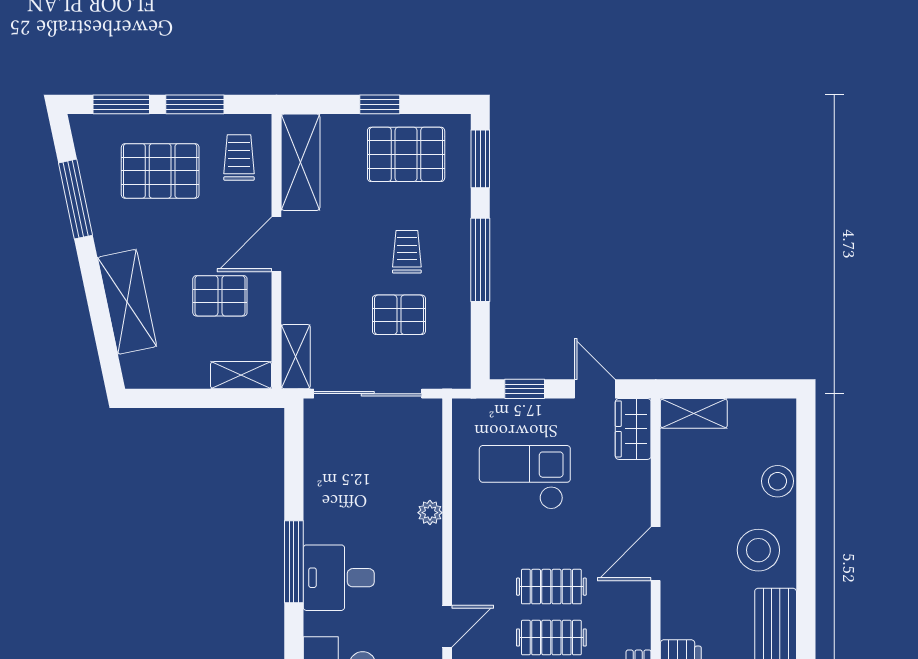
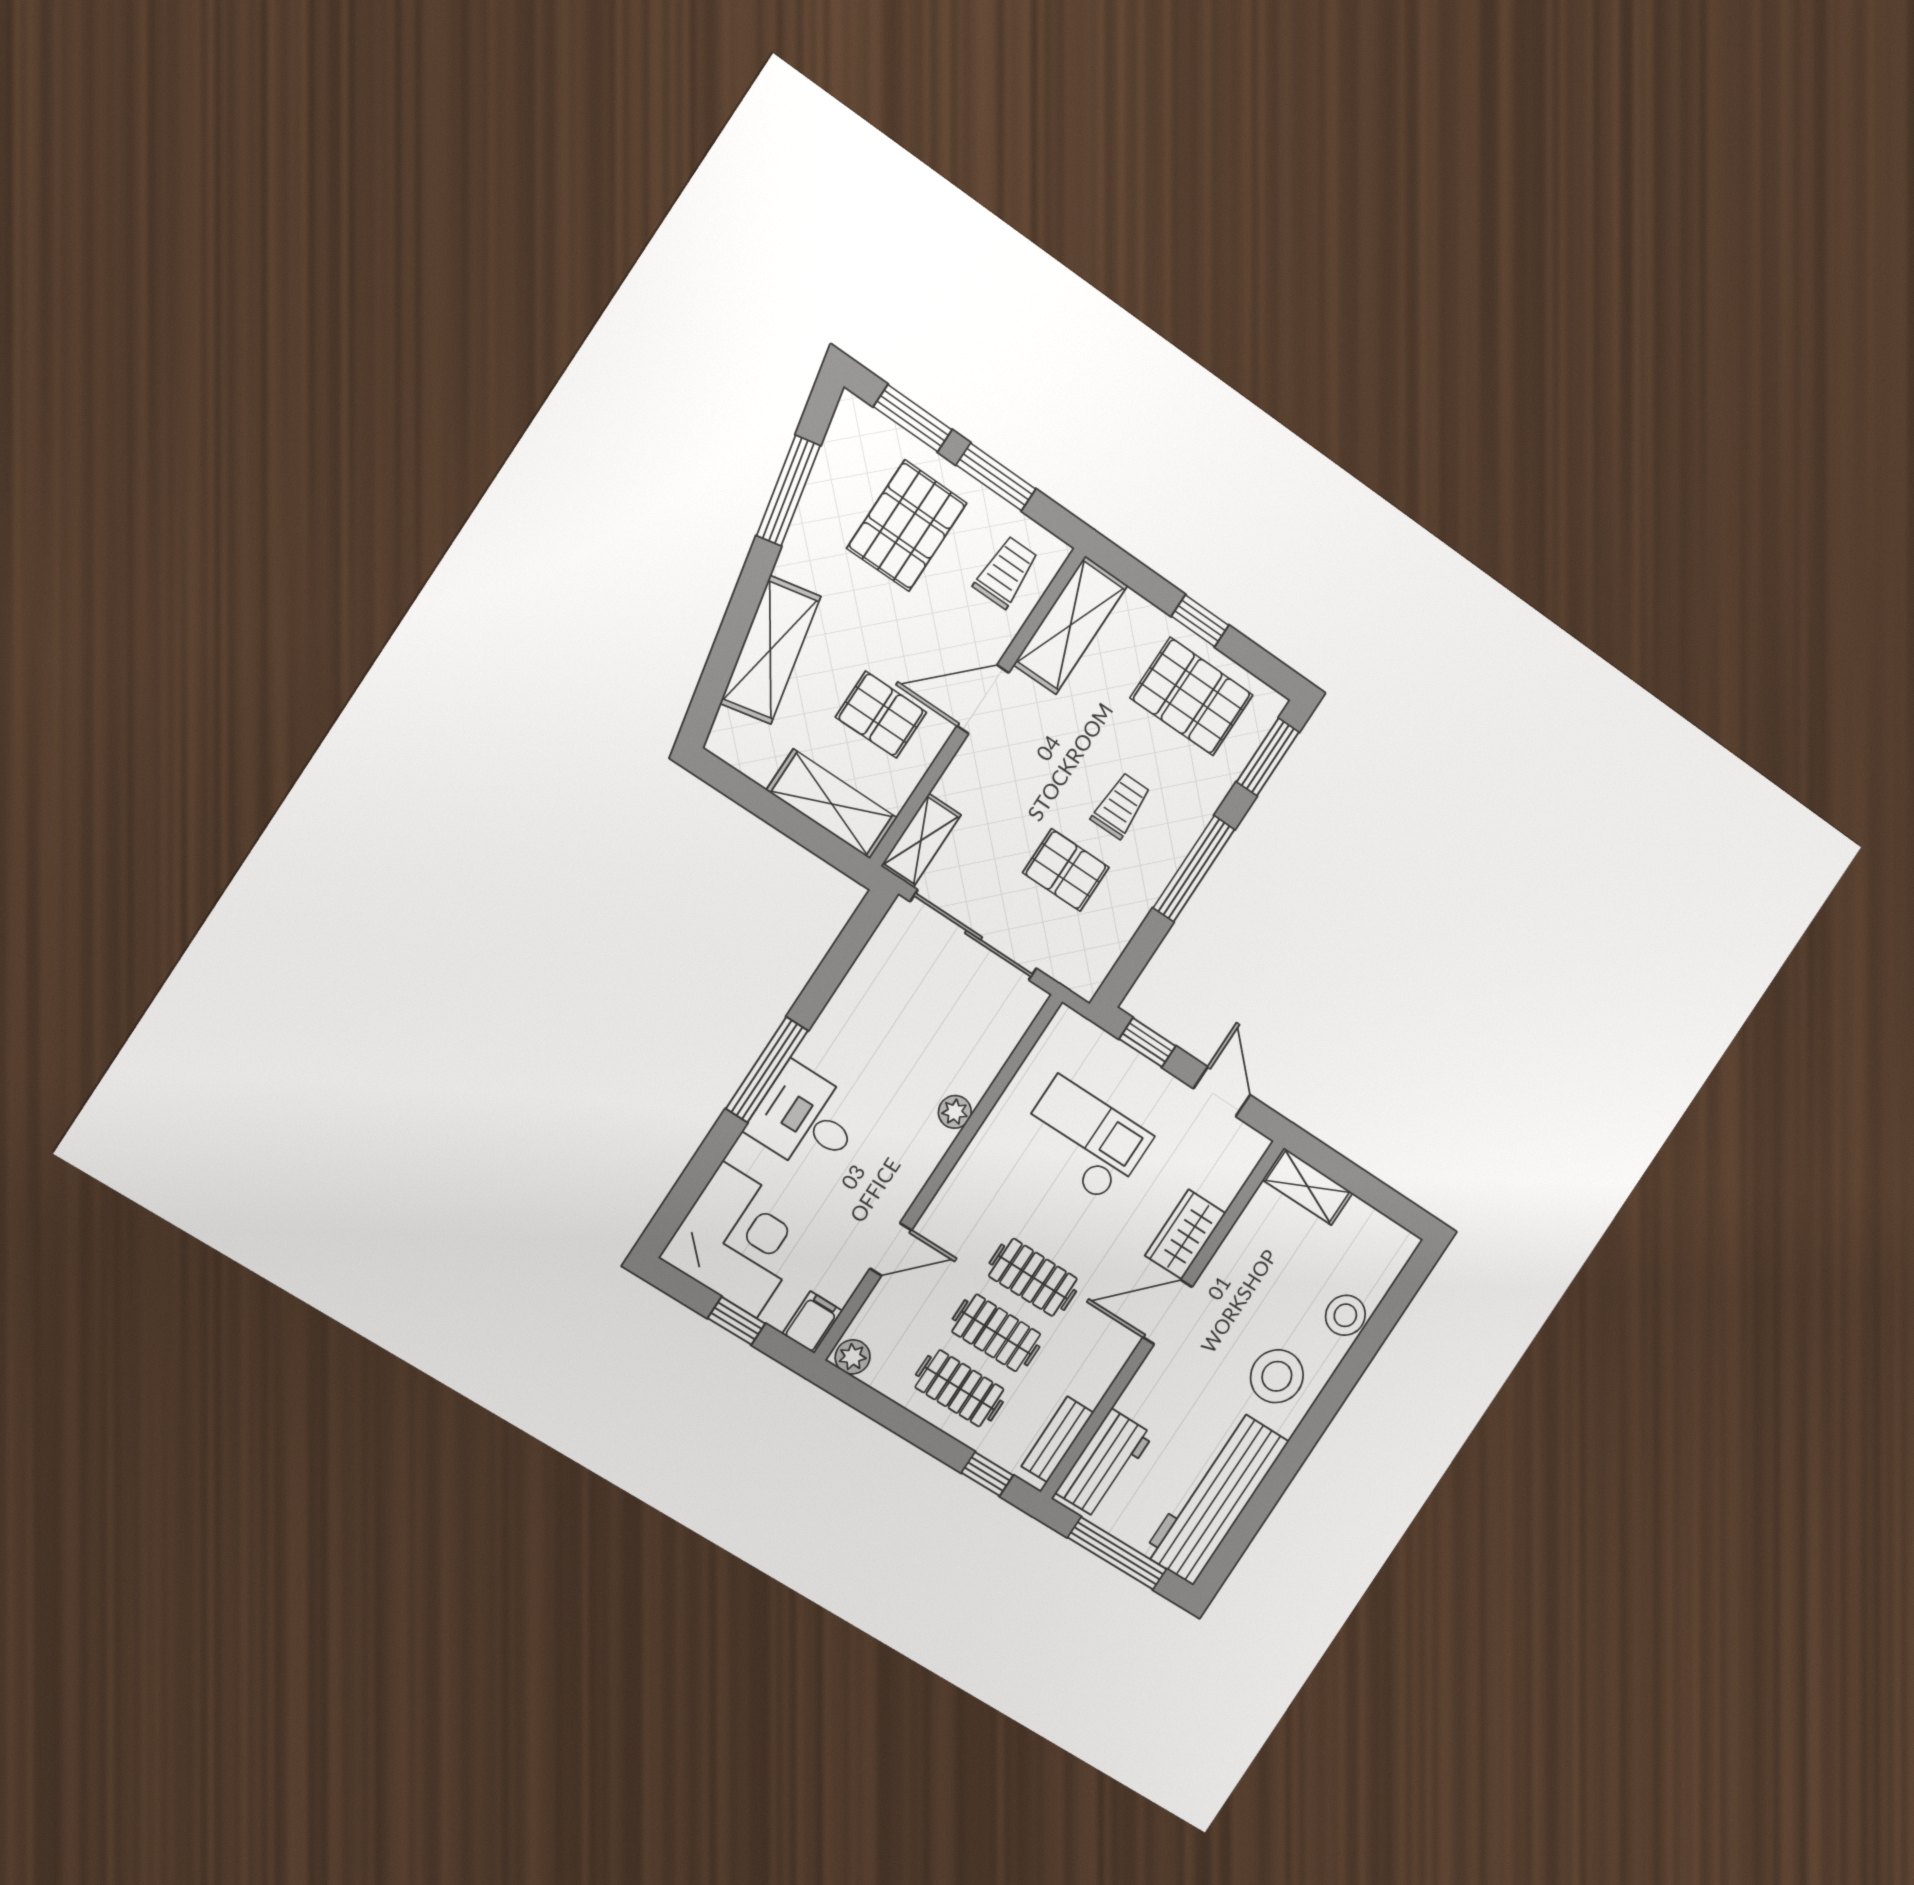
pallet: (160, 171) -> (907, 526), turned 90
shelving: (241, 375) -> (832, 804), width x1.50, depth x1.33
wardrobe: (633, 429) -> (1185, 1234), moved

